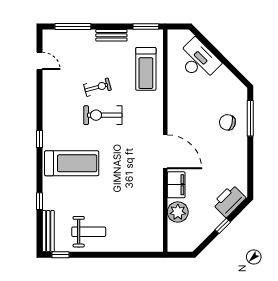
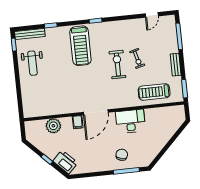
desk: (198, 60) -> (130, 121), moved, turned -135
filing cabinet: (176, 185) -> (78, 122), width x0.50

